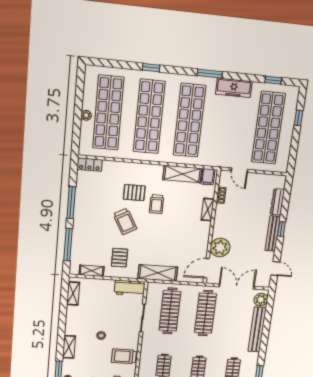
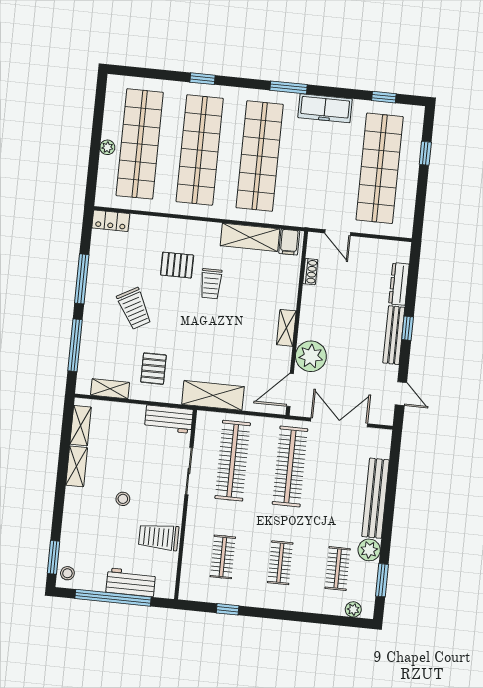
shelving: (208, 210) -> (286, 328), moved
trolley: (125, 221) -> (134, 309), moved
plant: (261, 300) -> (369, 550), moved
shelving: (69, 347) -> (77, 466), moved

